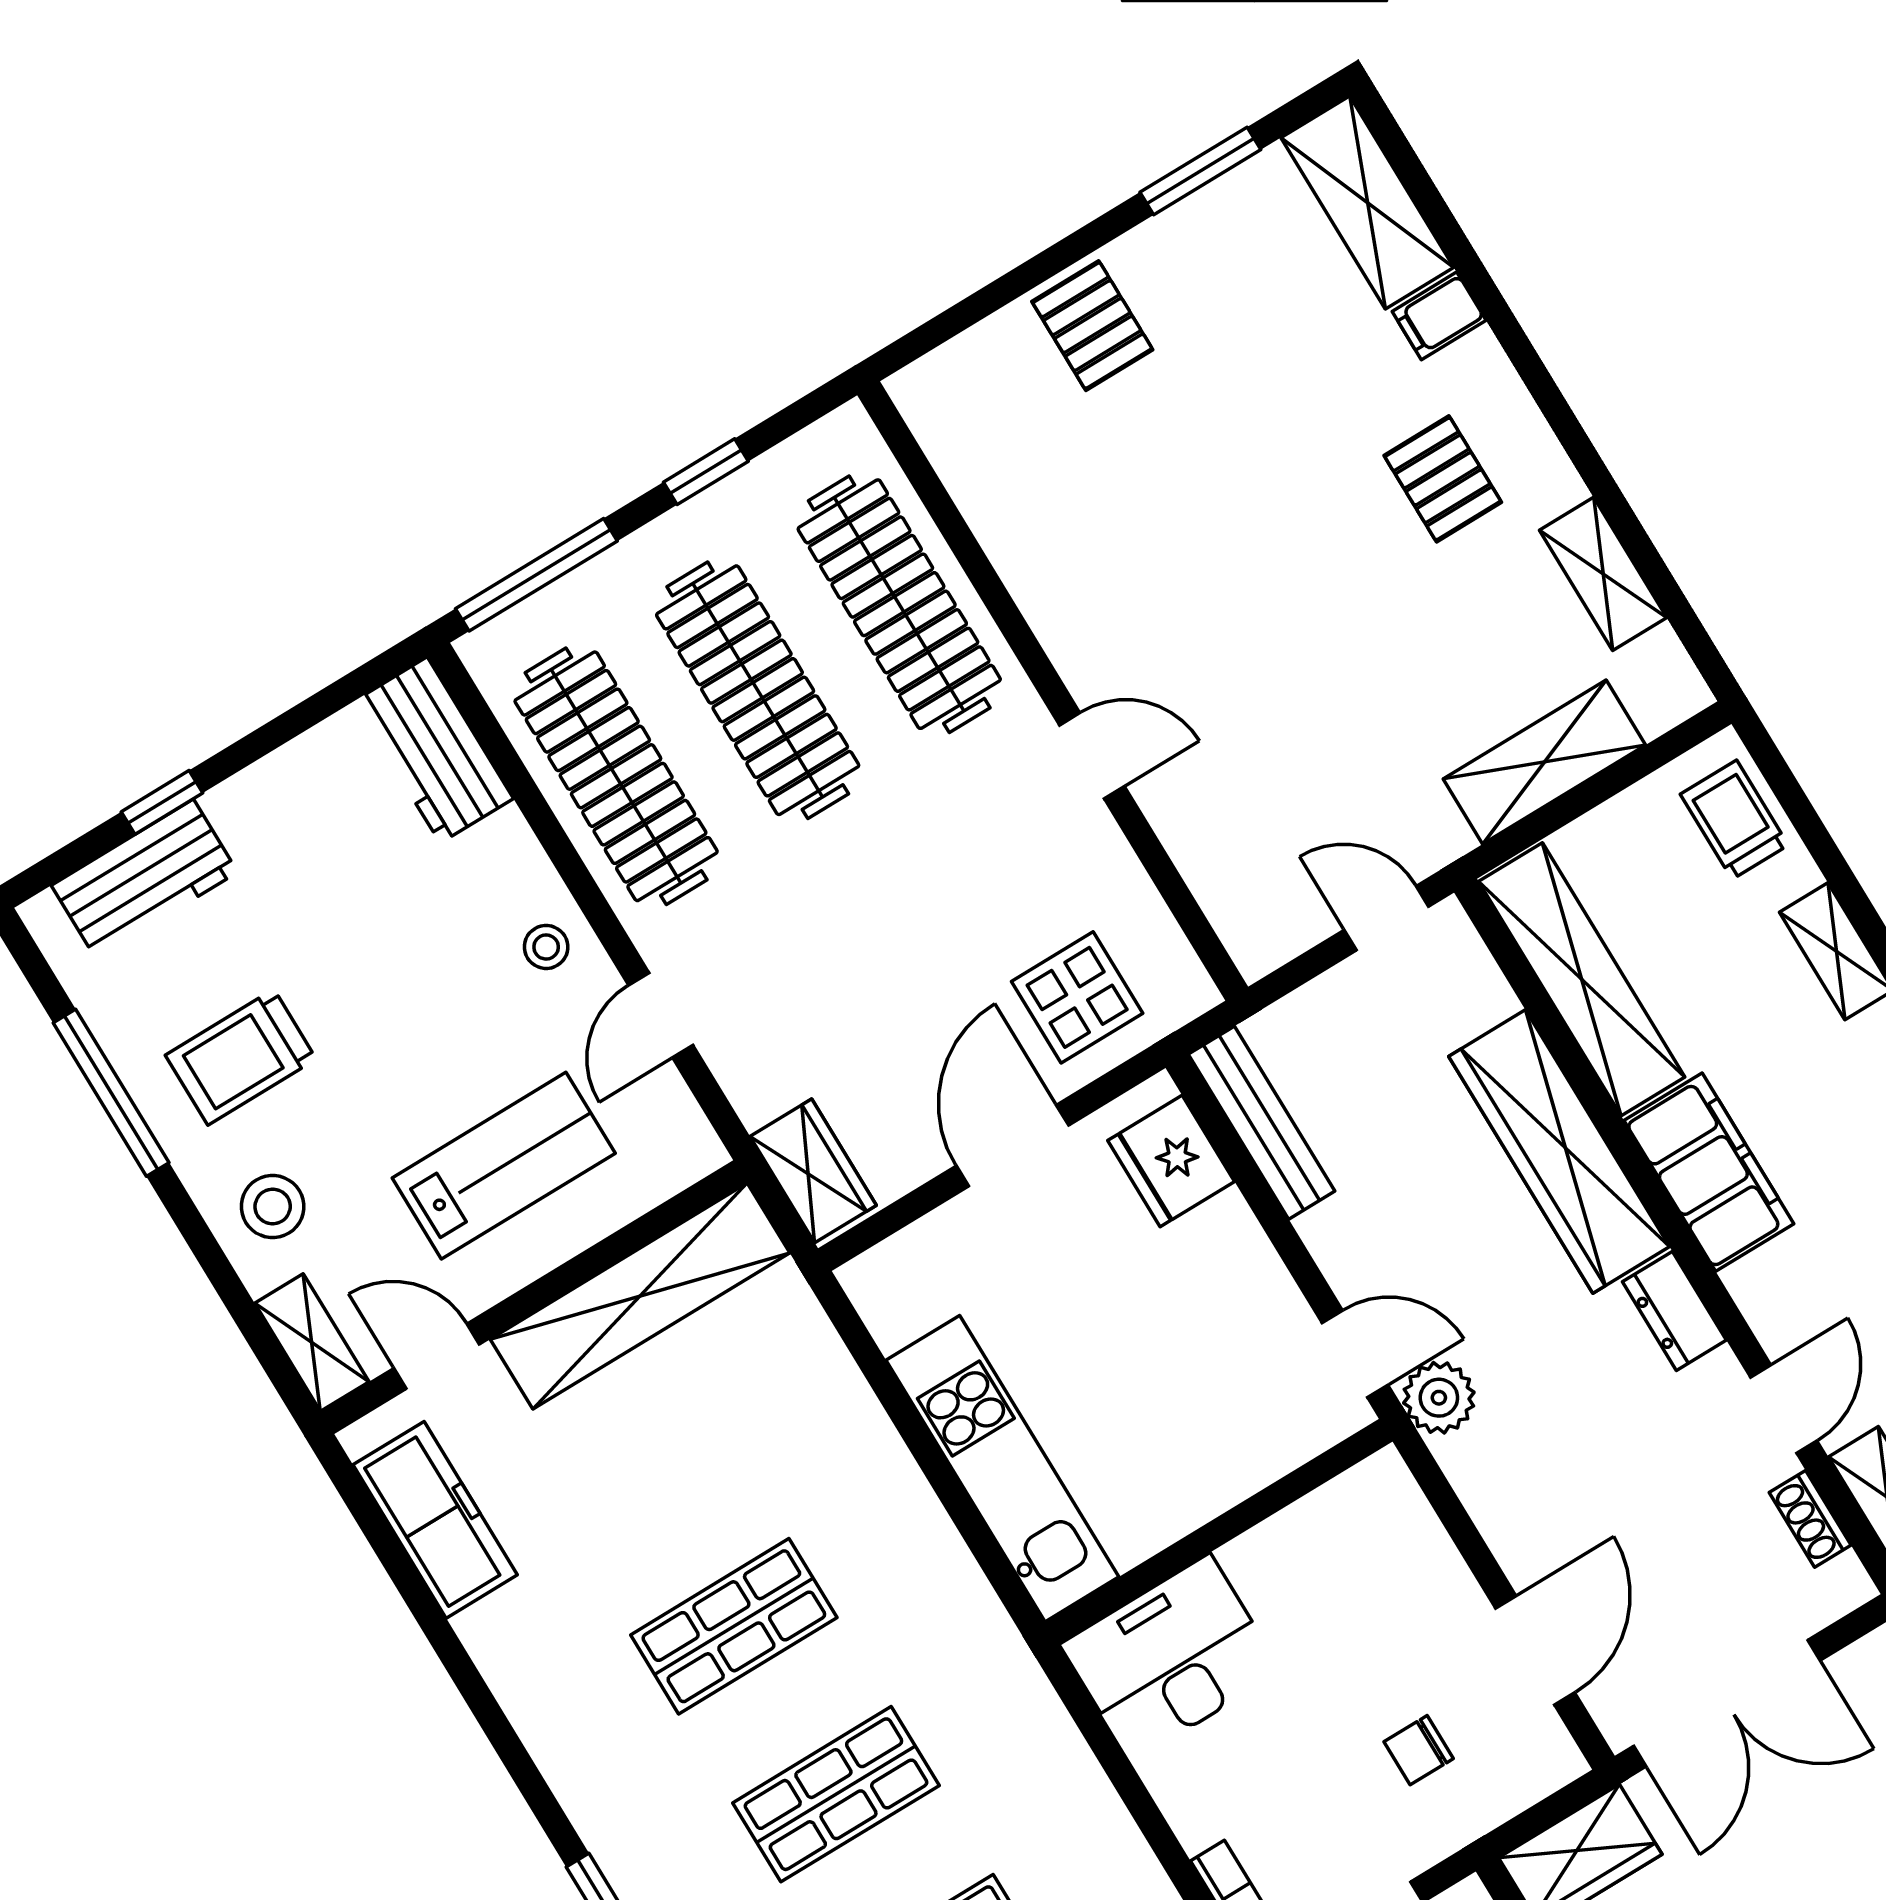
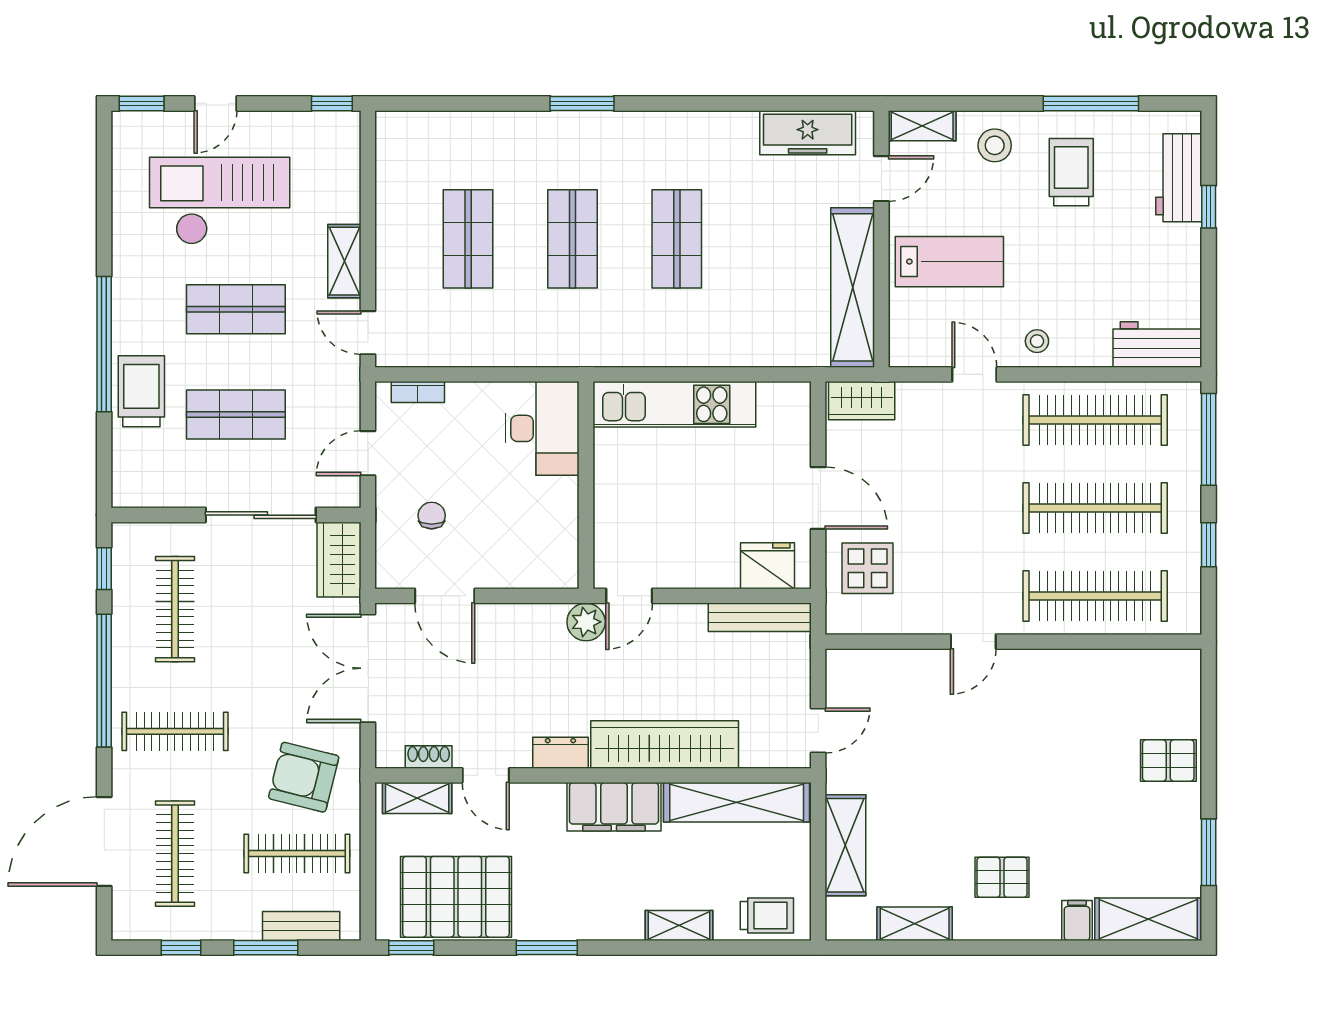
lab bench: (504, 1166) -> (949, 262), turned -90

